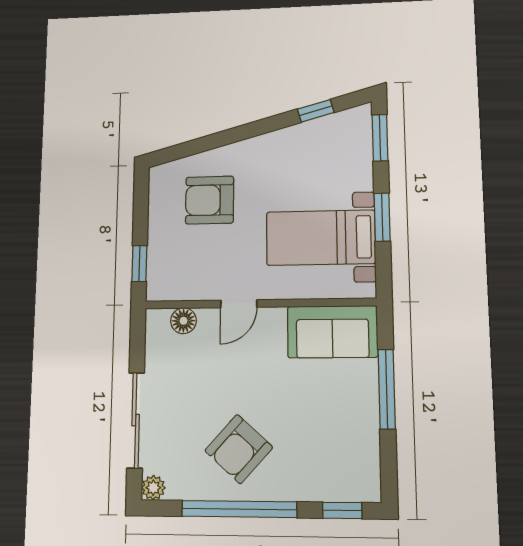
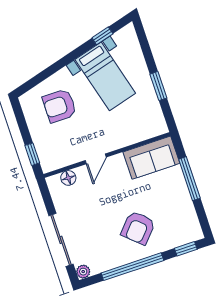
window: (380, 138) -> (143, 41), removed
bed with nightstands: (321, 238) -> (105, 76), moved, turned -105
armchair: (239, 449) -> (138, 228), moved

